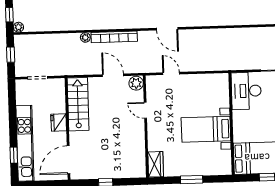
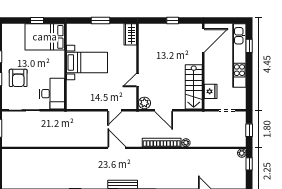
door: (171, 73) -> (115, 110), hinge flipped
door: (145, 110) -> (137, 80), swing flipped
fridge: (59, 122) -> (211, 91), moved

